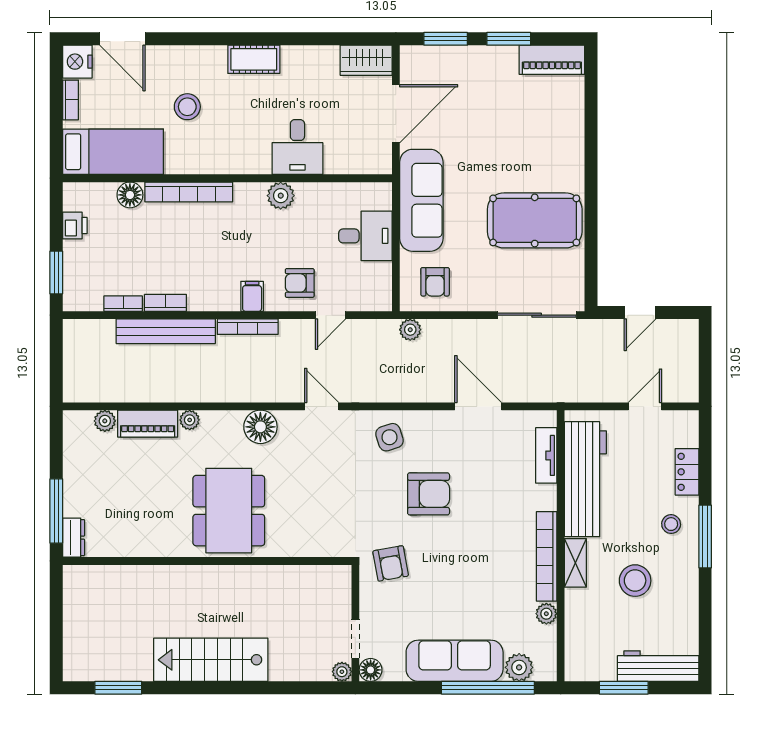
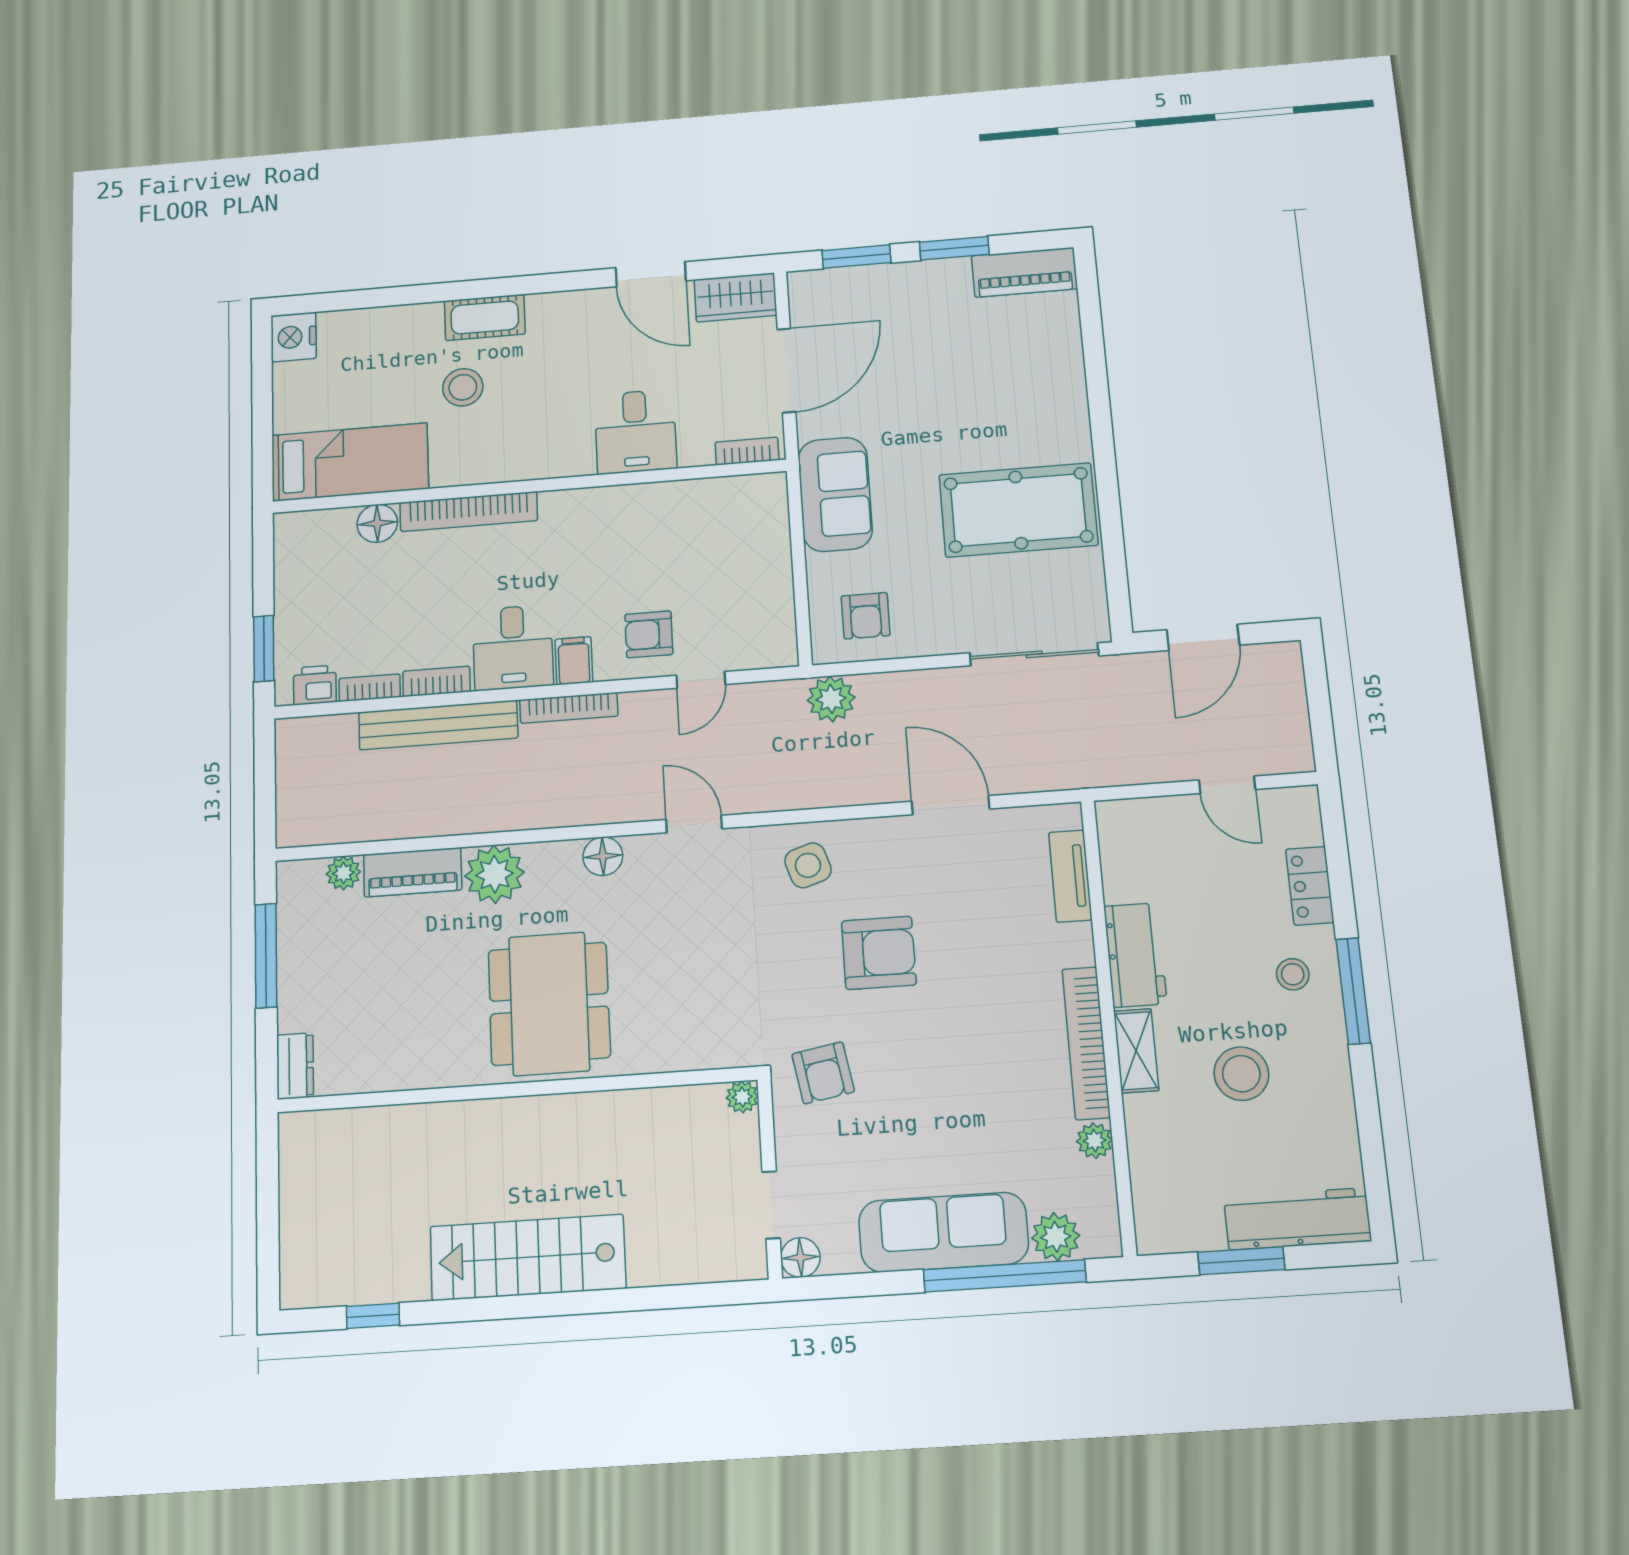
door: (122, 39) -> (651, 274), moved
cot: (254, 59) -> (485, 317), moved
bookcase: (71, 100) -> (747, 451), moved, turned -90
plant: (281, 196) -> (613, 505), removed
sofa: (421, 200) -> (835, 494), width x0.73
printer: (75, 226) -> (315, 685), moved, turned -90
desk: (365, 236) -> (513, 648), moved, turned 90
door: (640, 313) -> (1203, 637), width x1.38
plant: (410, 330) -> (831, 699), width x1.38, depth x1.38
door: (645, 406) -> (1227, 785), swing flipped
plant: (190, 420) -> (495, 874), width x1.87, depth x1.87
floor lamp: (260, 427) -> (603, 856), width x0.73, depth x0.73
workbench: (585, 479) -> (1135, 955), width x0.53, depth x0.76
window: (56, 511) -> (266, 956), moved
plant: (342, 672) -> (742, 1097), moved
window: (118, 688) -> (373, 1316), width x0.67

